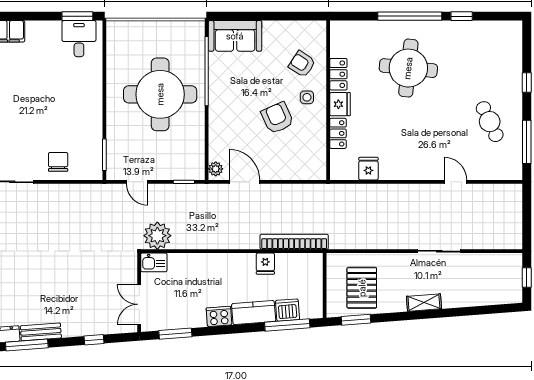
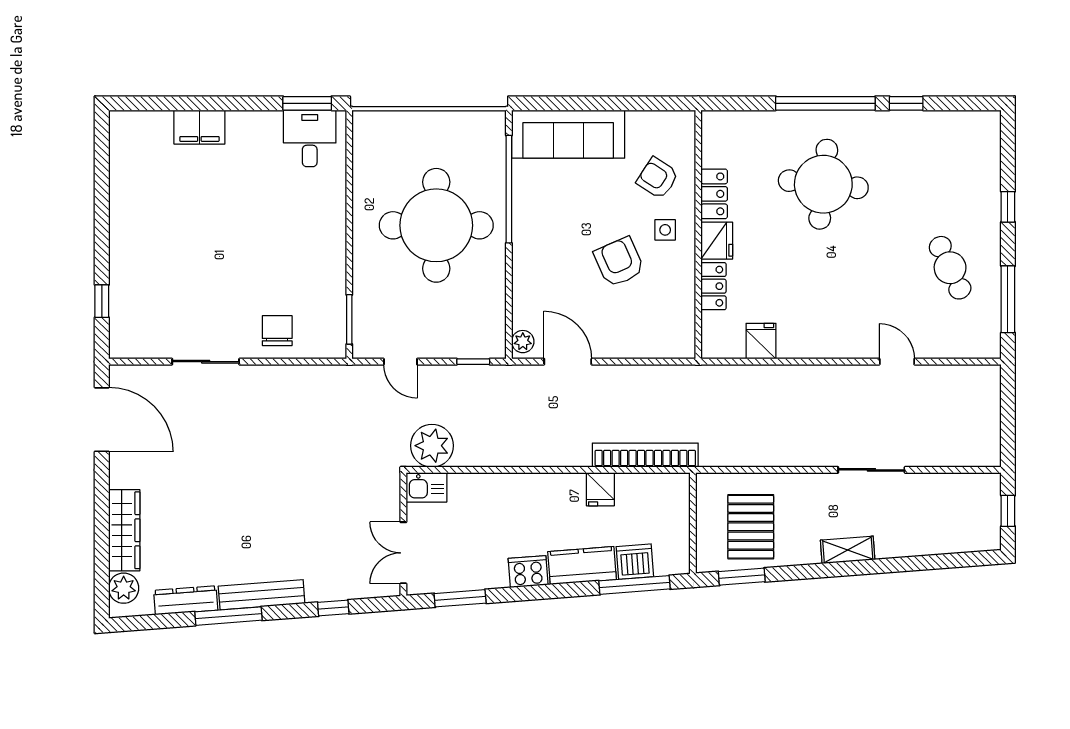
sofa: (235, 36) -> (568, 134), width x1.36
bench: (41, 332) -> (262, 595), width x1.36

